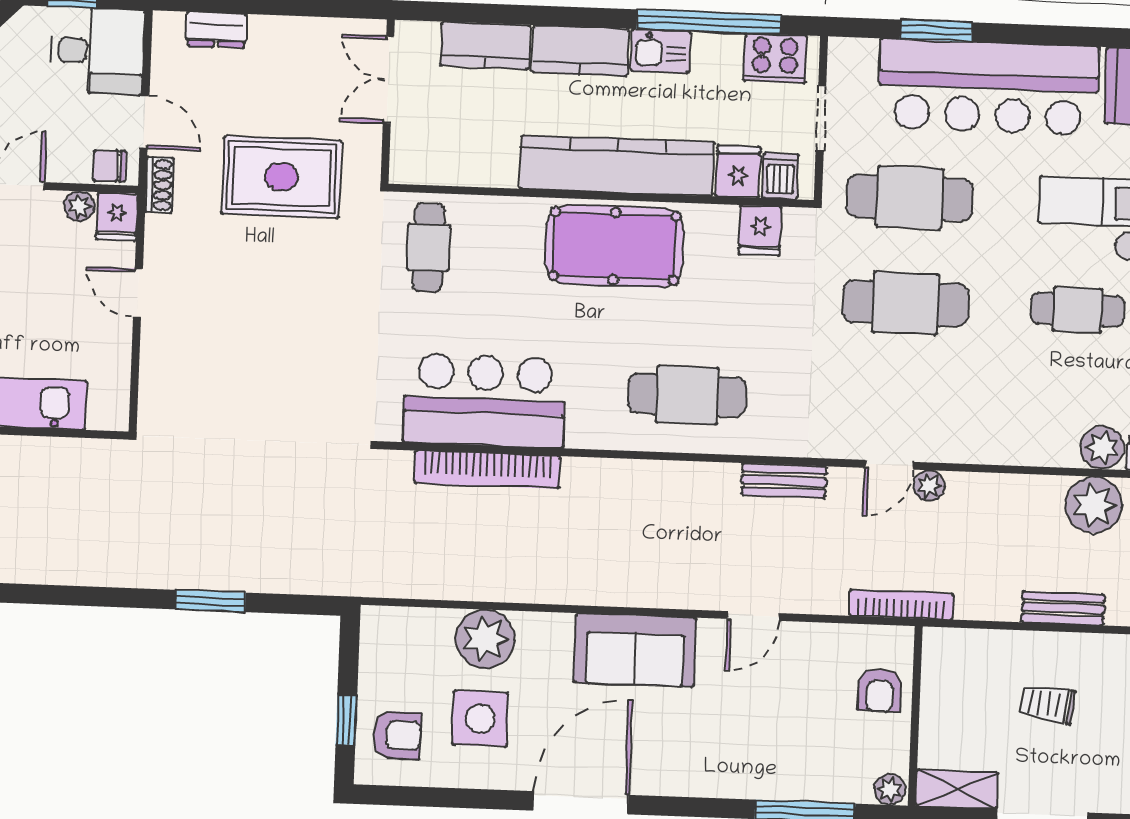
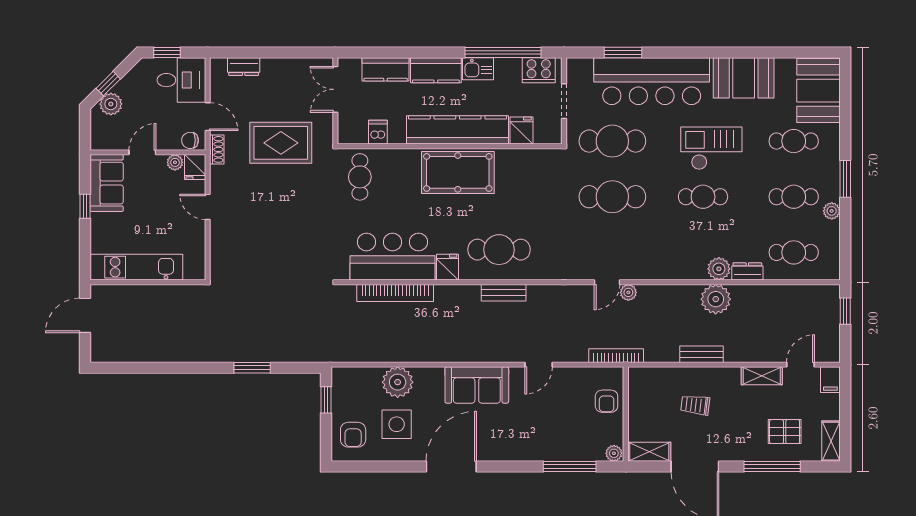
dishwasher: (780, 176) -> (378, 132), moved
fridge: (760, 230) -> (447, 267), moved, turned 180
bench: (784, 481) -> (504, 293), moved
window: (346, 720) -> (326, 400), moved
armchair: (397, 735) -> (353, 435), turned 90

